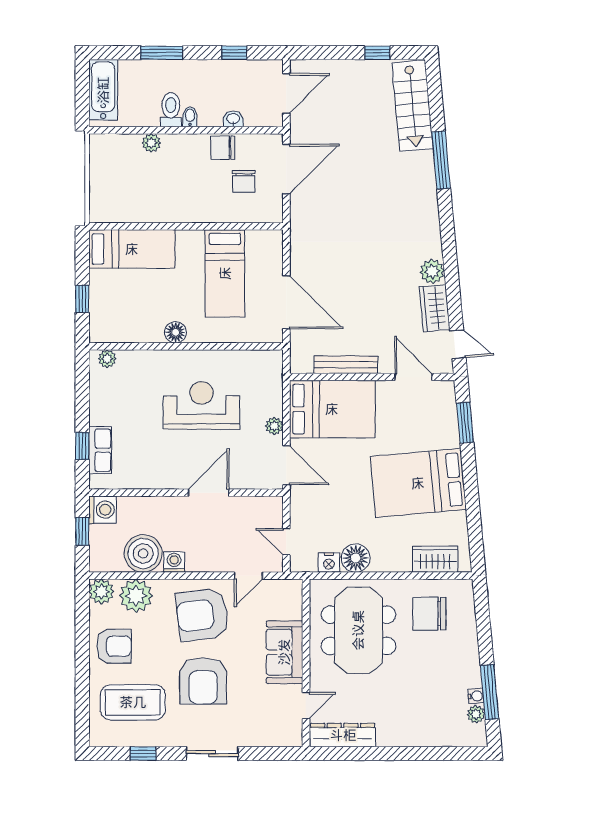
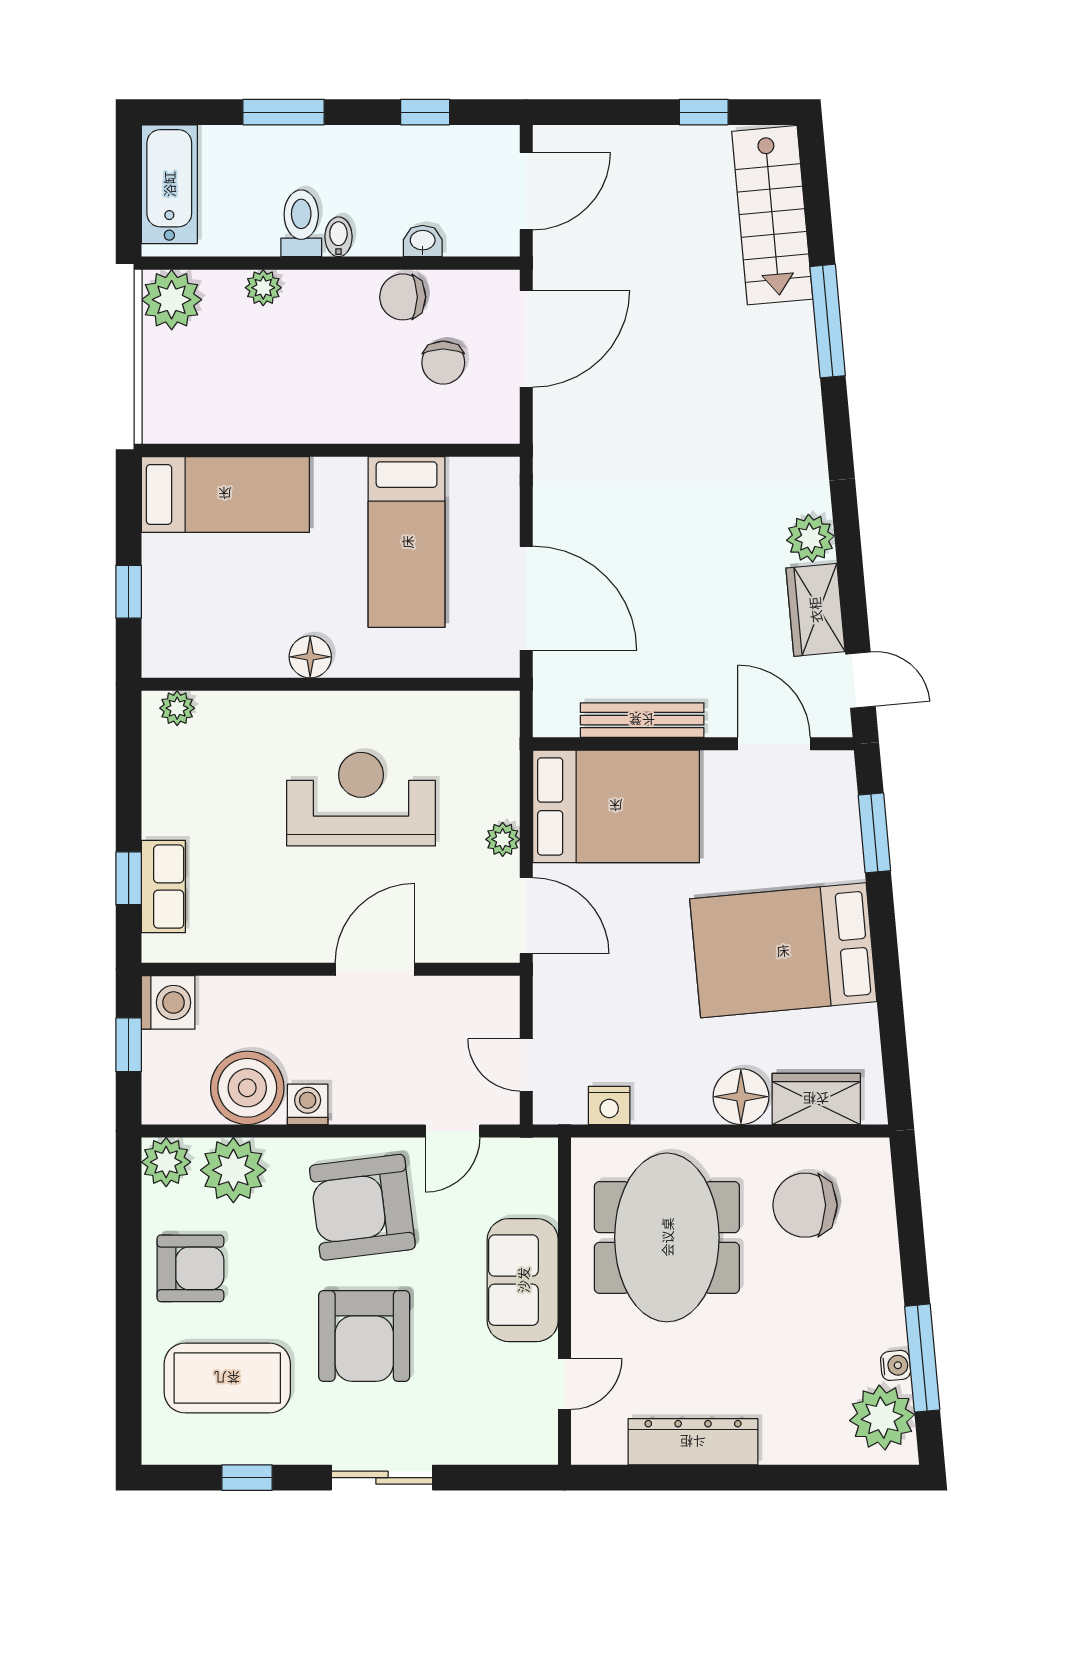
plant: (104, 149) -> (172, 300), added
floor lamp: (356, 558) -> (741, 1097), moved
plant: (476, 714) -> (882, 1418), width x1.87, depth x1.87
dresser: (343, 735) -> (693, 1442), moved

